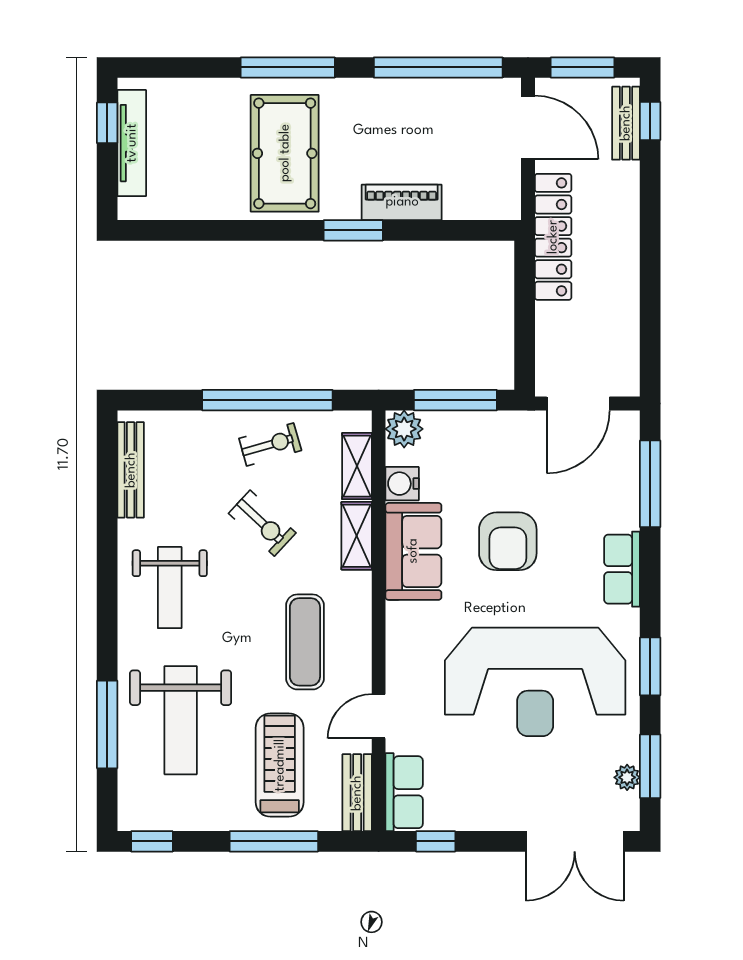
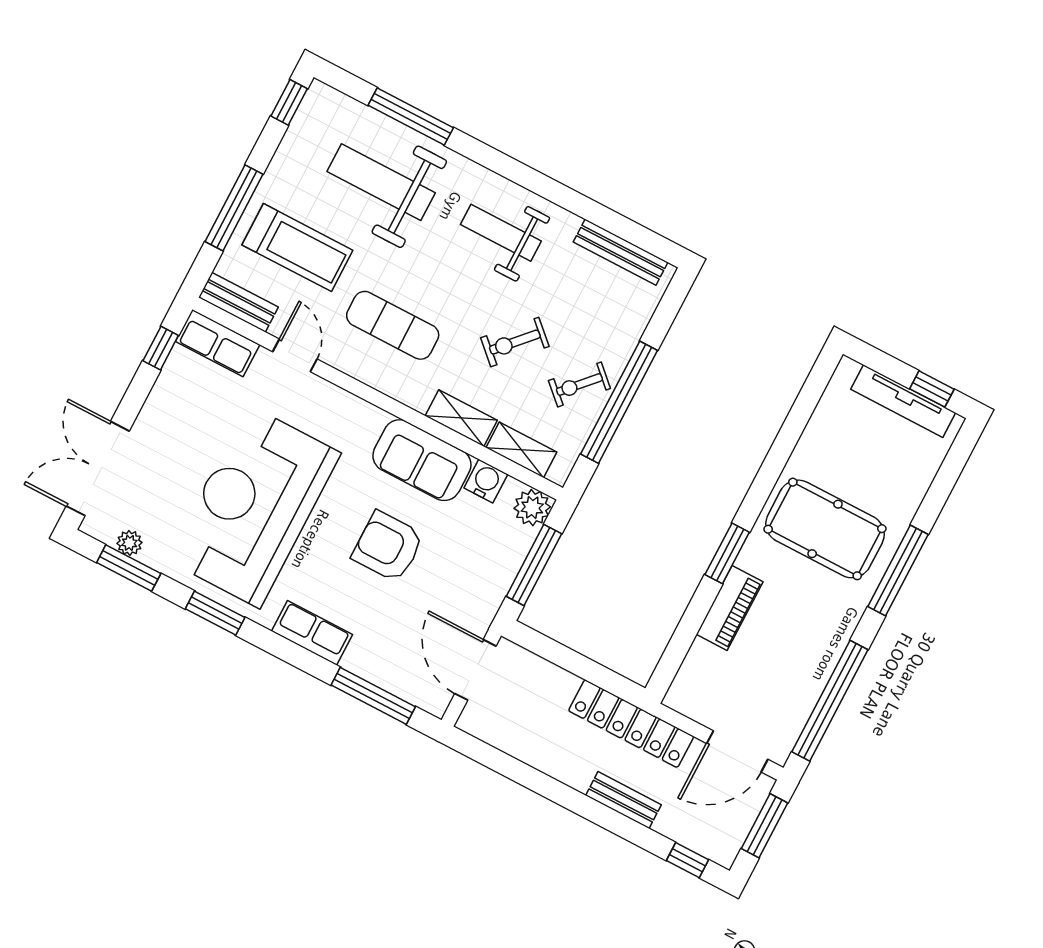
bench: (626, 123) -> (623, 800), moved
exercise bike: (270, 444) -> (579, 385), turned 59

